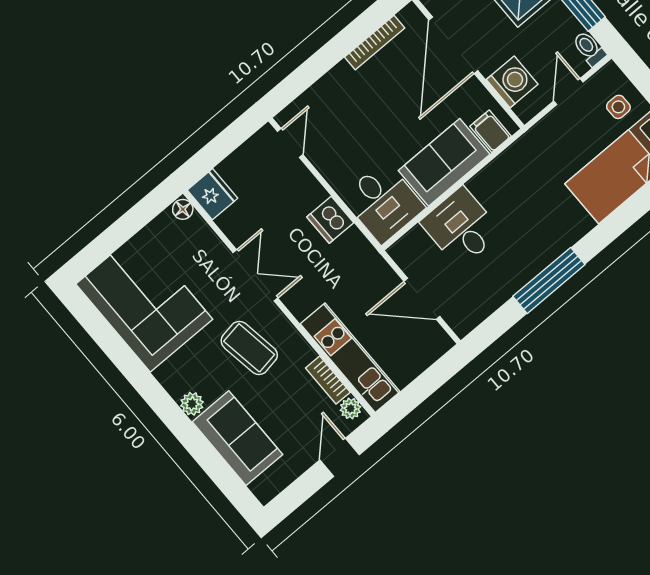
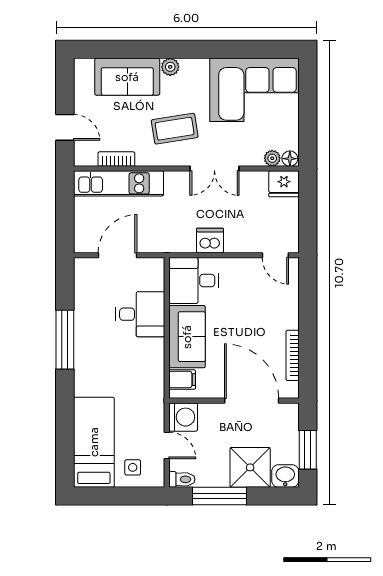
washing machine: (512, 82) -> (183, 417), moved, turned -90
plant: (351, 409) -> (272, 158), moved

